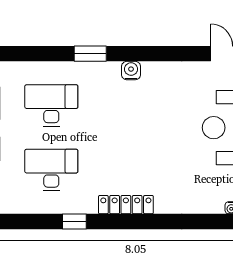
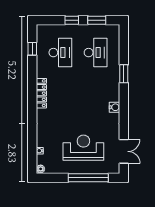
water cooler: (131, 71) -> (115, 107), moved
window: (74, 222) -> (32, 49), moved

